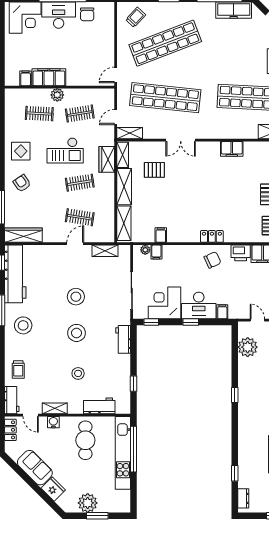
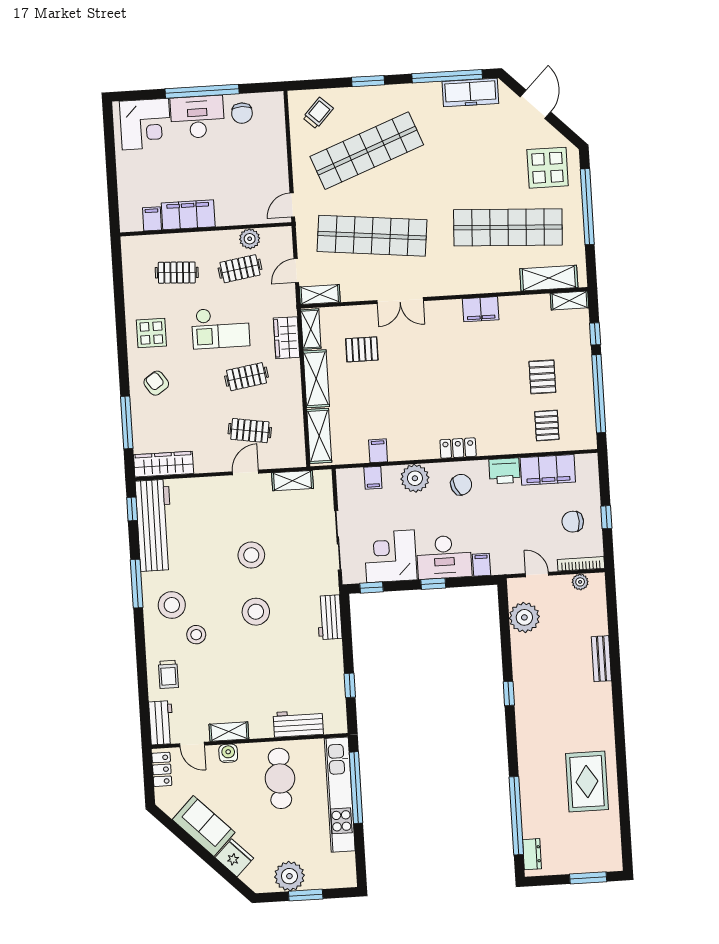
plant: (57, 95) -> (250, 239), moved
plant: (145, 250) -> (415, 478), moved, width x1.88, depth x1.88
stool: (78, 373) -> (196, 635), moved
window: (235, 473) -> (516, 816), width x3.17

